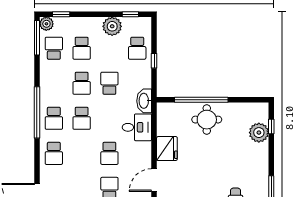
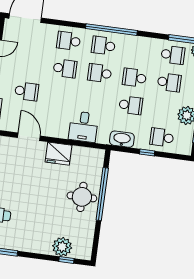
school desk: (82, 48) -> (169, 82), turned 180
washbasin: (144, 101) -> (122, 139), moved
school desk: (109, 153) -> (65, 68), moved, turned 180

